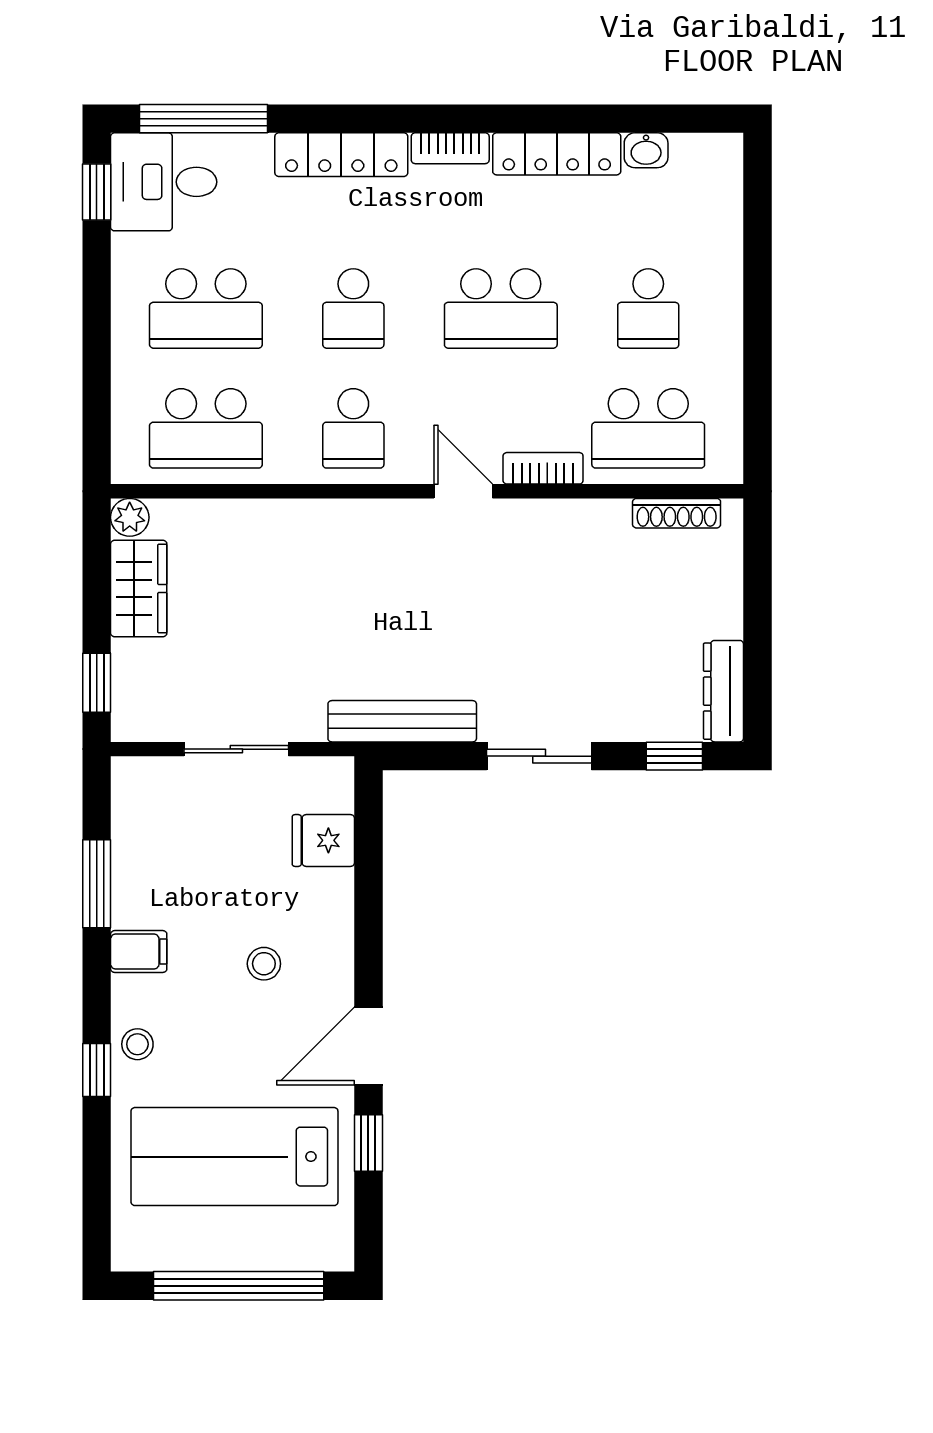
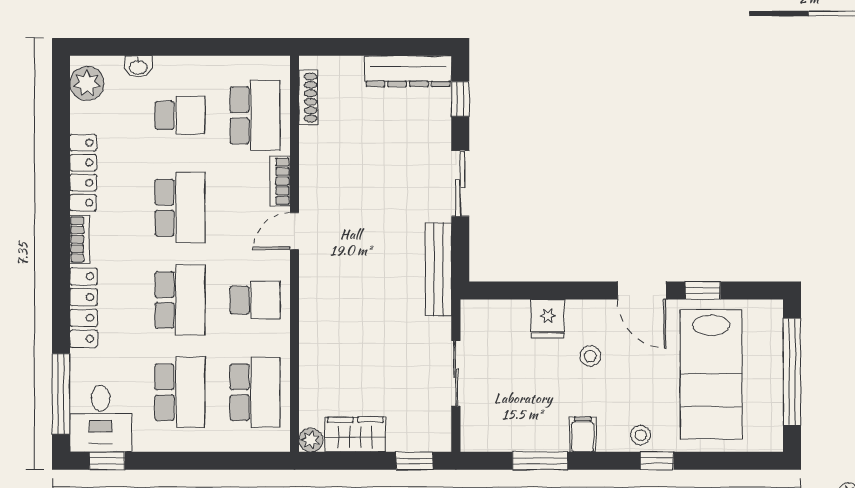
washbasin: (646, 150) -> (138, 67), moved, turned 90
plant: (699, 160) -> (87, 84), added
school desk: (353, 308) -> (180, 300), width x1.85
dresser: (724, 691) -> (408, 71), width x1.37, depth x1.24
fridge: (323, 840) -> (548, 319), moved

